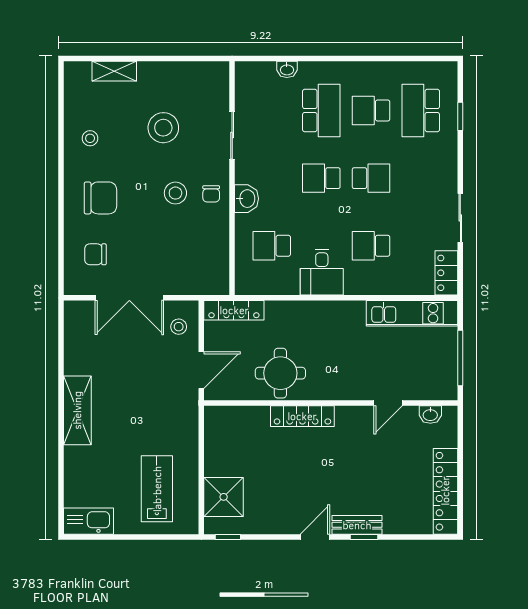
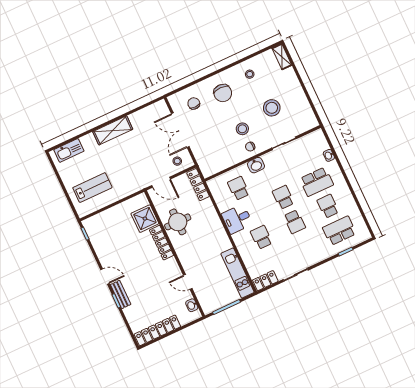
shelving: (114, 71) -> (282, 57), moved
shower: (224, 497) -> (145, 219), moved
kitchen sink: (88, 521) -> (69, 150), moved, turned 90

